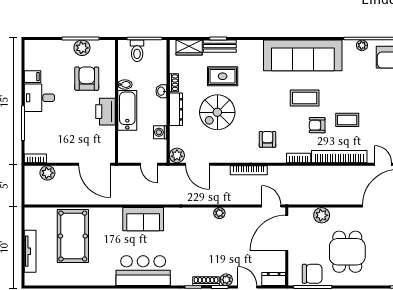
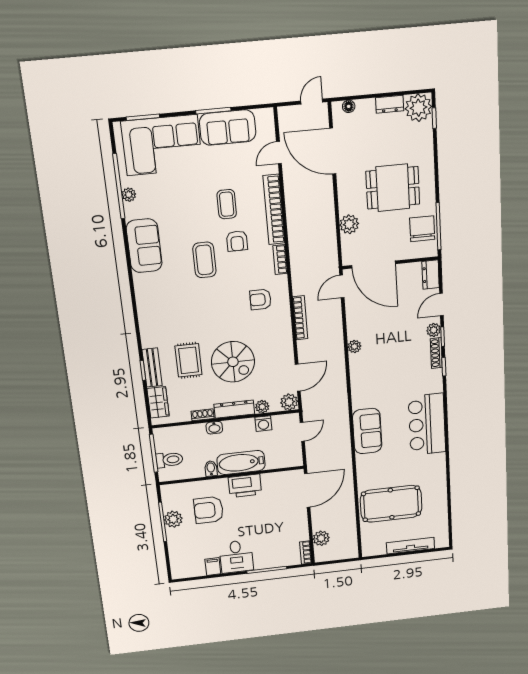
sofa: (303, 55) -> (144, 246), width x0.54, depth x0.79
plant: (175, 133) -> (262, 407), added

